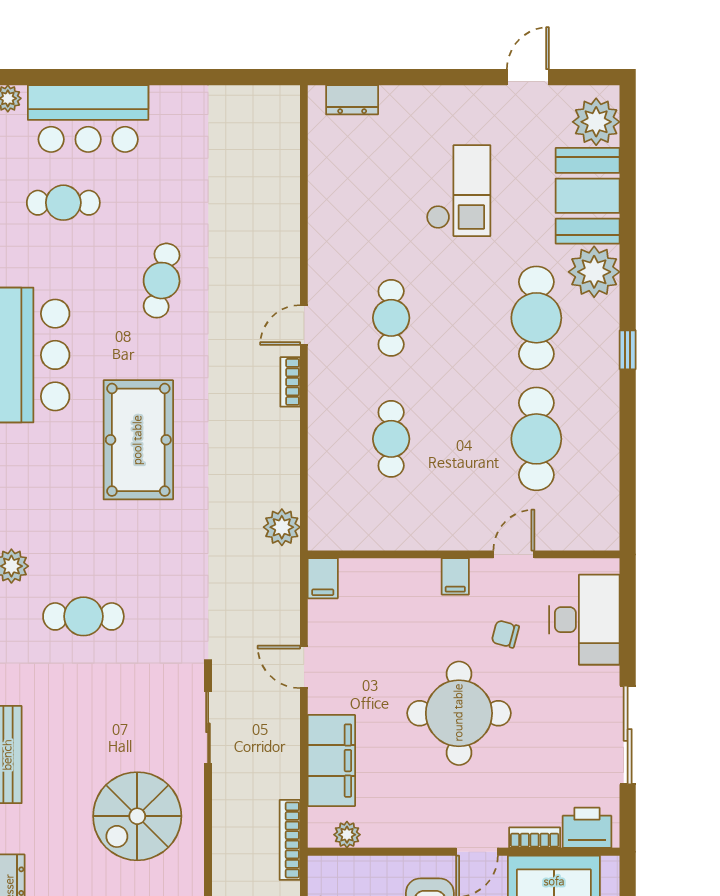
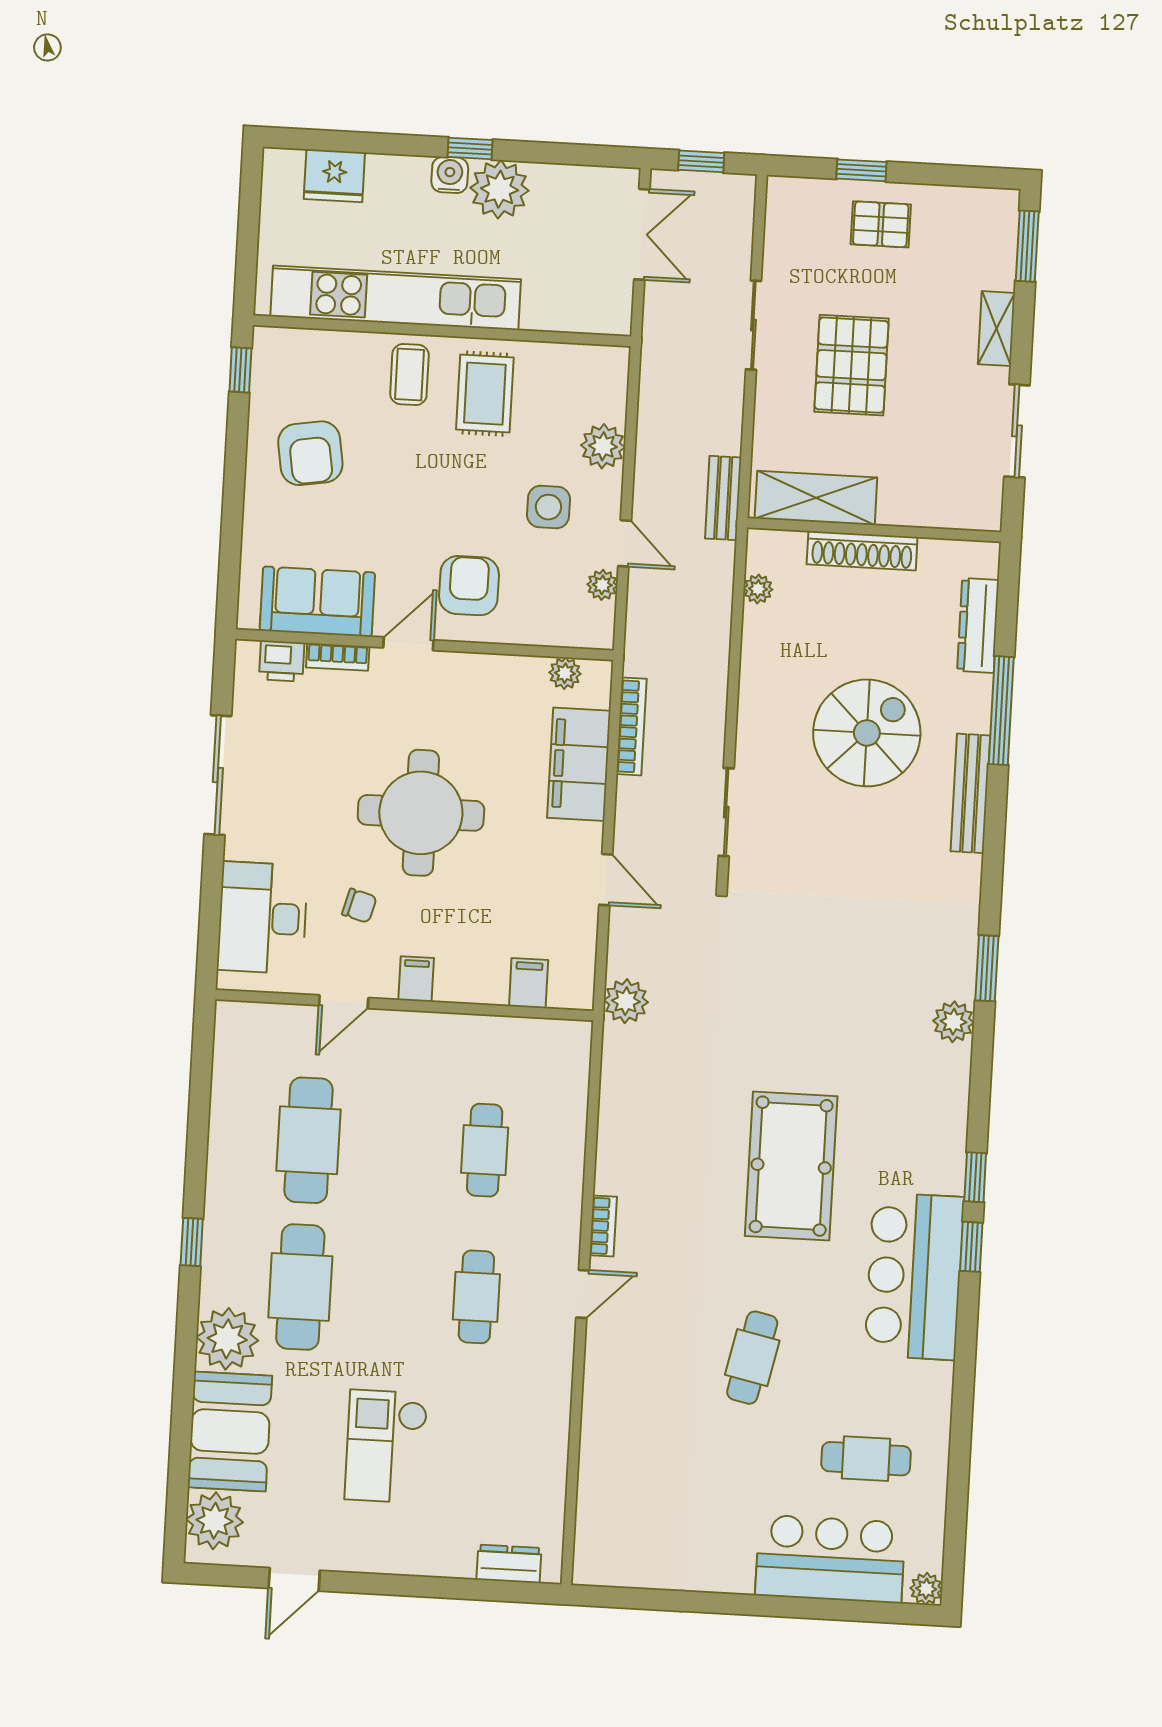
plant: (282, 527) -> (626, 1001), moved
filing cabinet: (323, 578) -> (529, 983), moved
cafe table: (83, 616) -> (870, 956), removed
spiral stairs: (137, 816) -> (867, 733), moved
printer: (587, 828) -> (282, 661), width x0.73, depth x0.81
bookcase: (290, 840) -> (631, 726), moved

